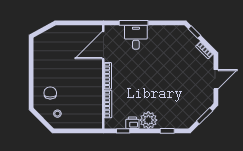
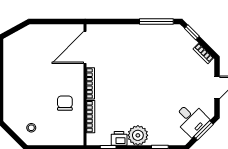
window: (134, 23) -> (156, 21), moved
desk: (136, 37) -> (191, 119), moved, turned 135
chair: (50, 93) -> (65, 103), moved

